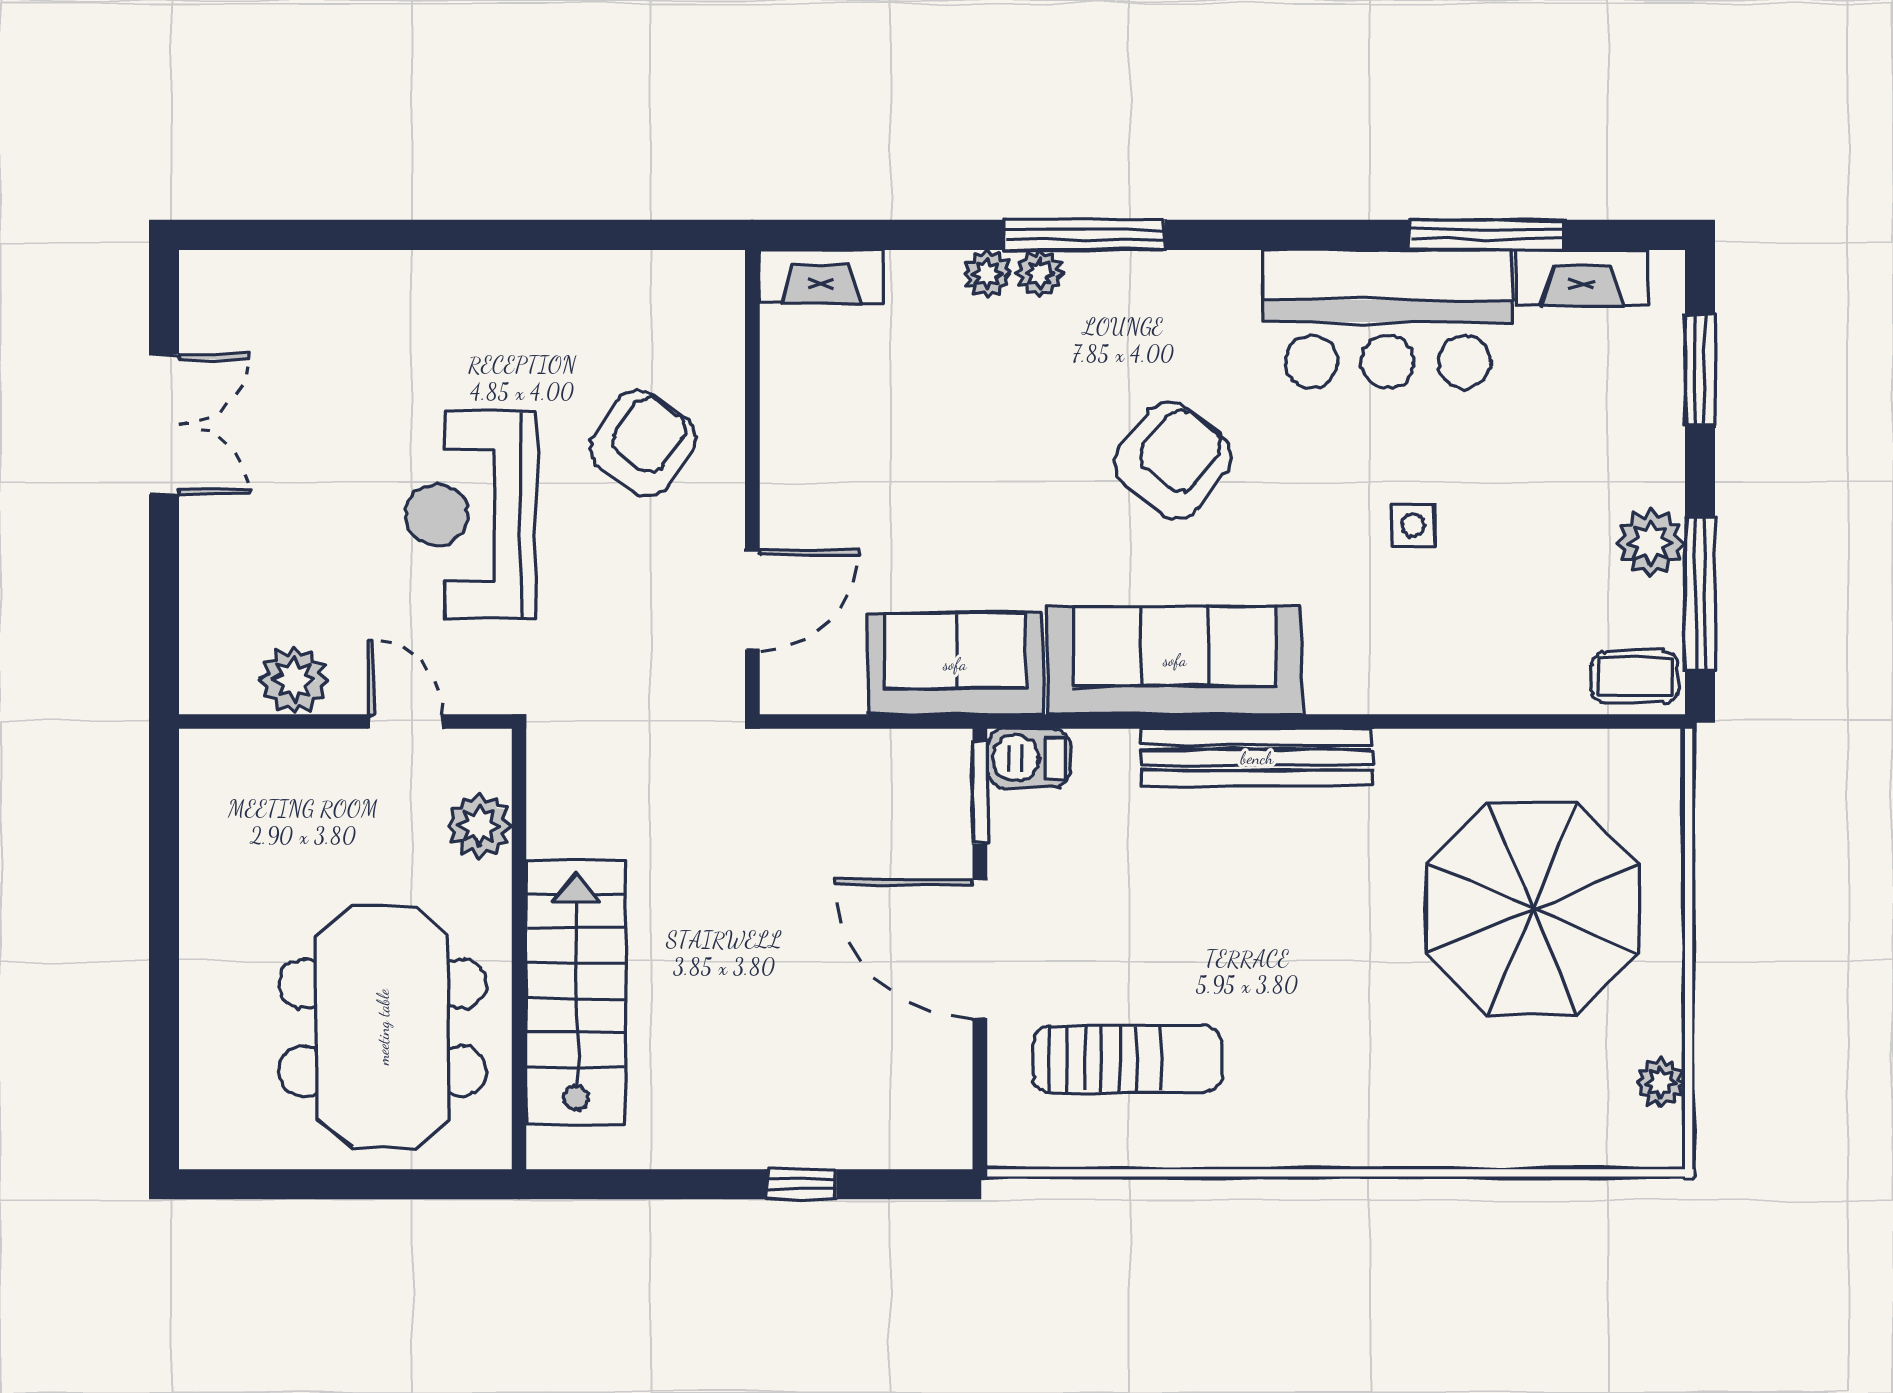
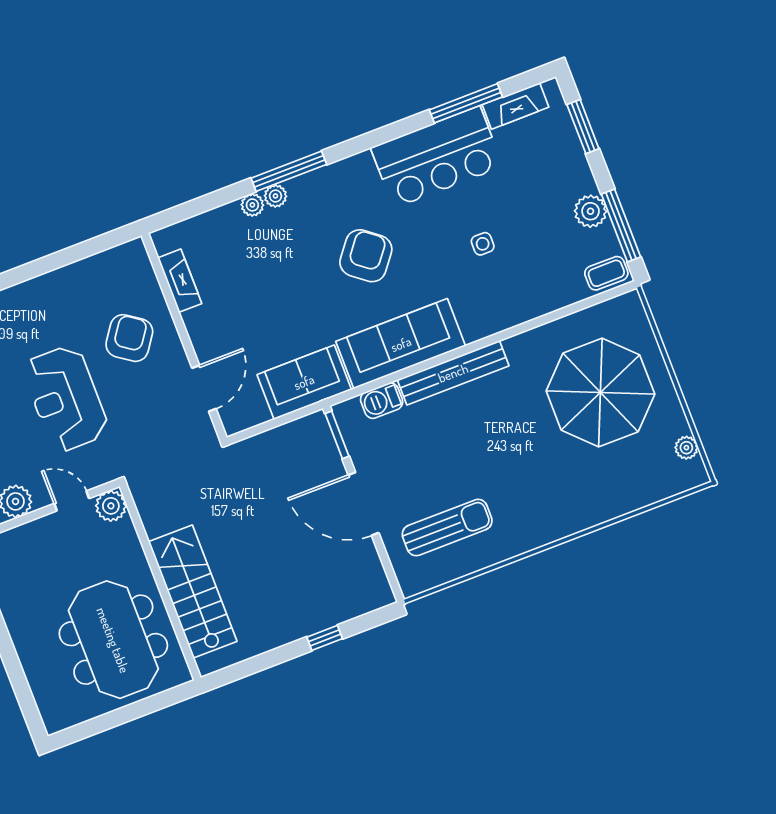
fireplace: (821, 276) -> (180, 281), moved, turned -90
barbecue: (1029, 758) -> (382, 401), moved
plant: (479, 826) -> (111, 506), moved

